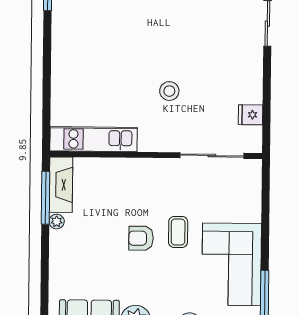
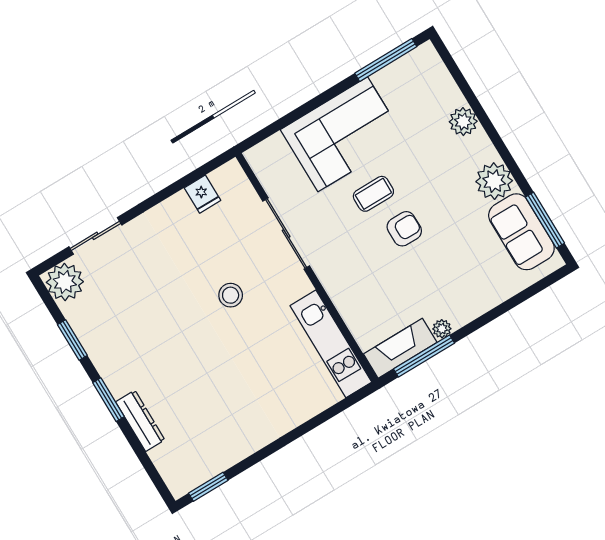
sliding door: (212, 156) -> (286, 233), moved
armchair: (141, 238) -> (404, 229), turned -90
corner sofa: (232, 264) -> (343, 134), moved

